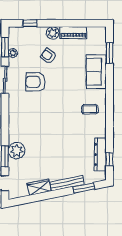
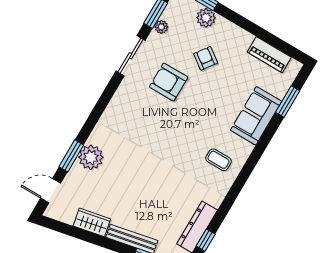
plant: (53, 33) -> (206, 18), moved
piano: (73, 33) -> (269, 55), moved

